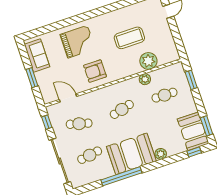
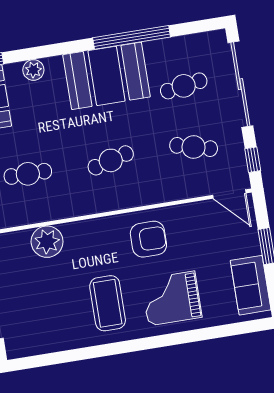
coffee table: (129, 38) -> (108, 303), moved, turned 90
plant: (145, 79) -> (59, 209), removed
door: (68, 98) -> (229, 194), moved
plant: (161, 154) -> (33, 70), moved

